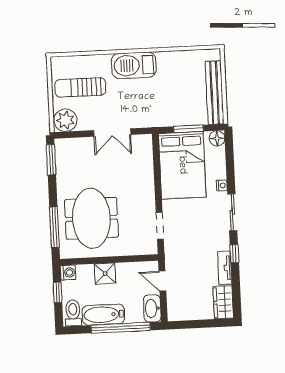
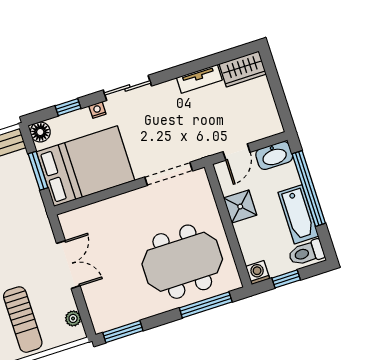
plant: (65, 120) -> (73, 318), width x0.53, depth x0.53
doorway: (160, 226) -> (169, 174), width x1.38
window: (234, 254) -> (68, 107), moved
shower: (105, 274) -> (240, 207), moved

